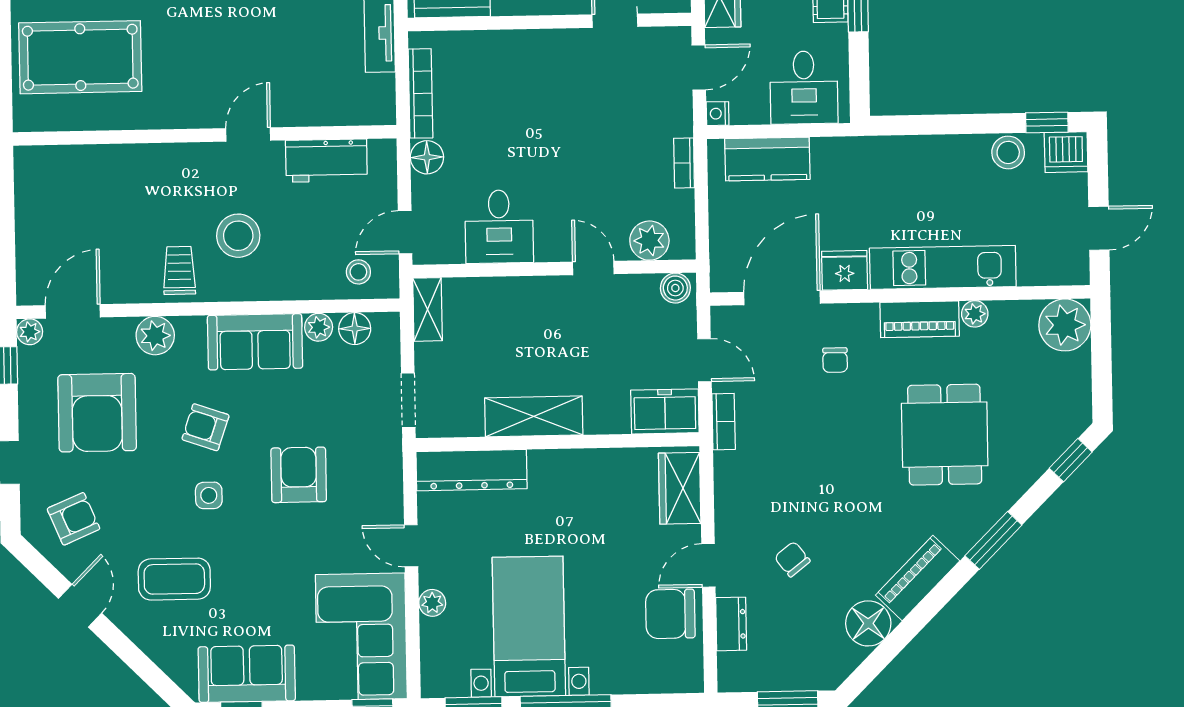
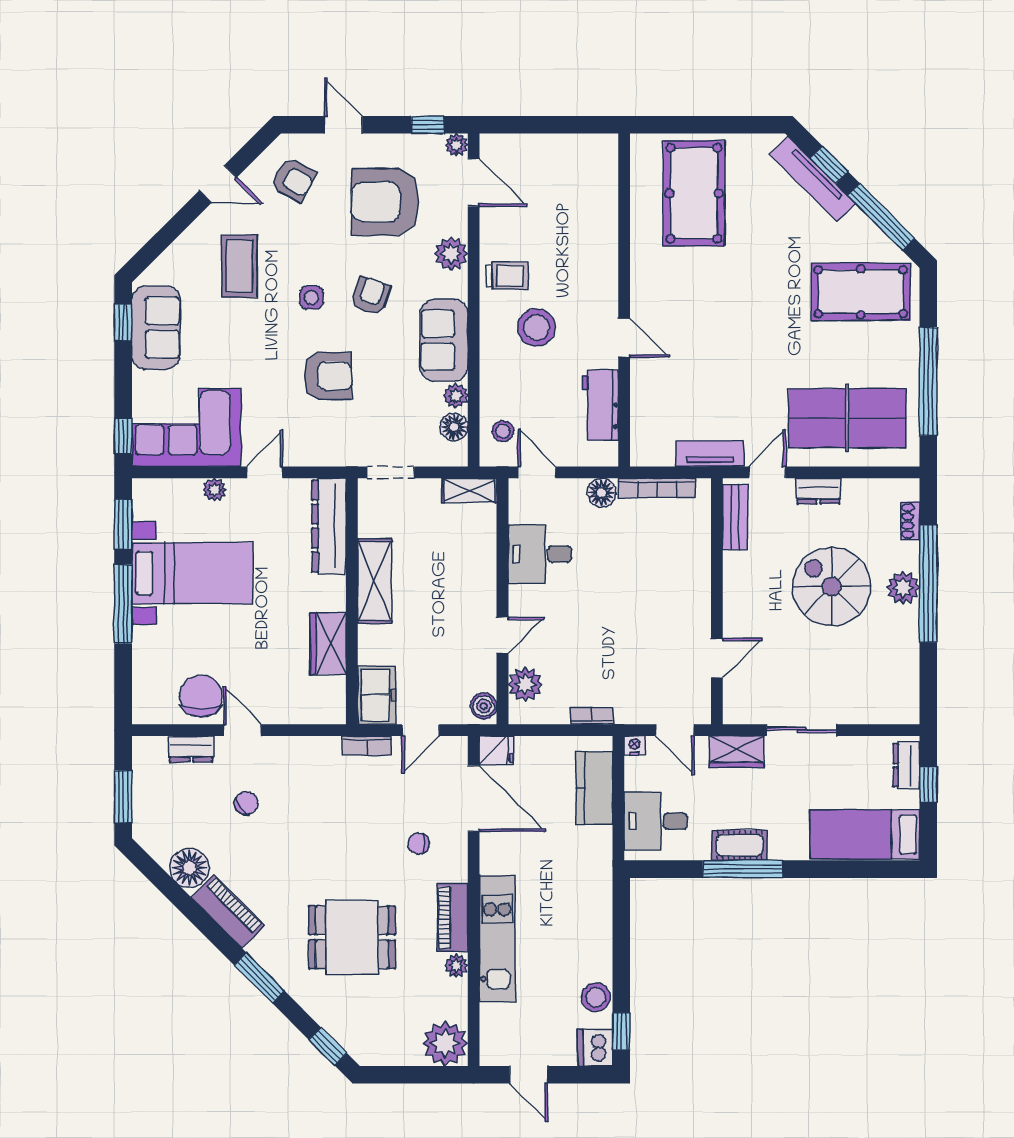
fridge: (845, 270) -> (496, 750), moved, width x0.72
wardrobe: (680, 488) -> (328, 644), moved, turned -90
armchair: (74, 519) -> (293, 180), turned -39

